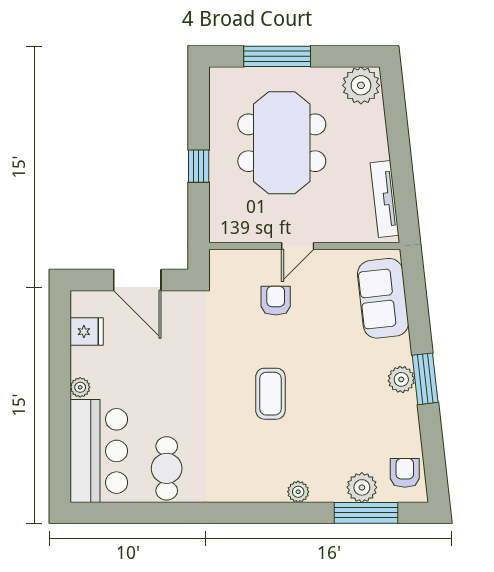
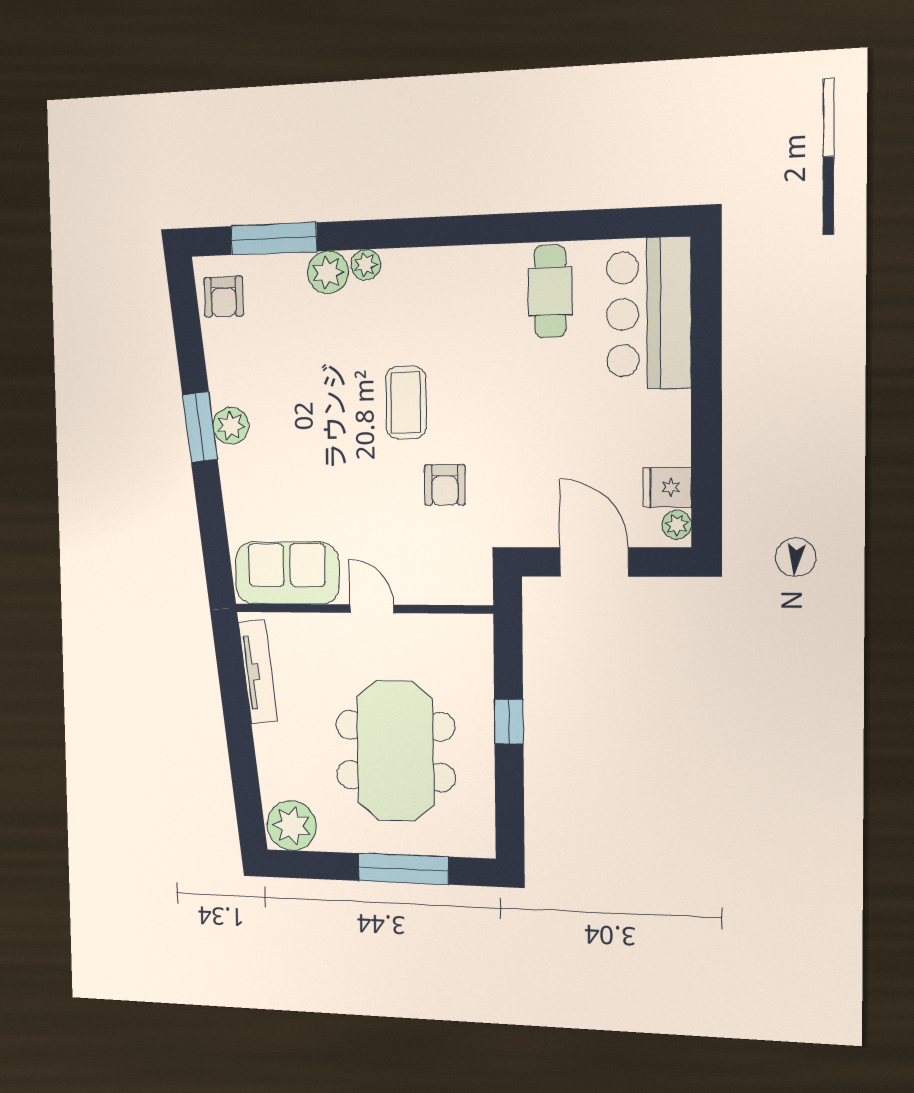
door: (298, 246) -> (372, 609), hinge flipped
sofa: (383, 298) -> (287, 573), moved, turned -84
armchair: (276, 301) -> (445, 485), moved
plant: (80, 387) -> (677, 525), moved
plant: (362, 487) -> (328, 272), moved

